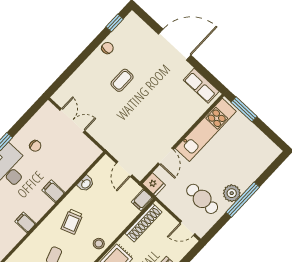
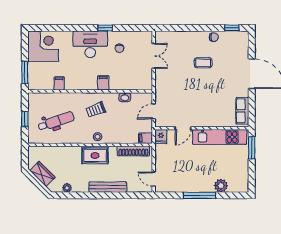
plant: (232, 193) -> (221, 186), moved
cafe table: (202, 199) -> (178, 172), removed
filing cabinet: (25, 222) -> (59, 83), moved

